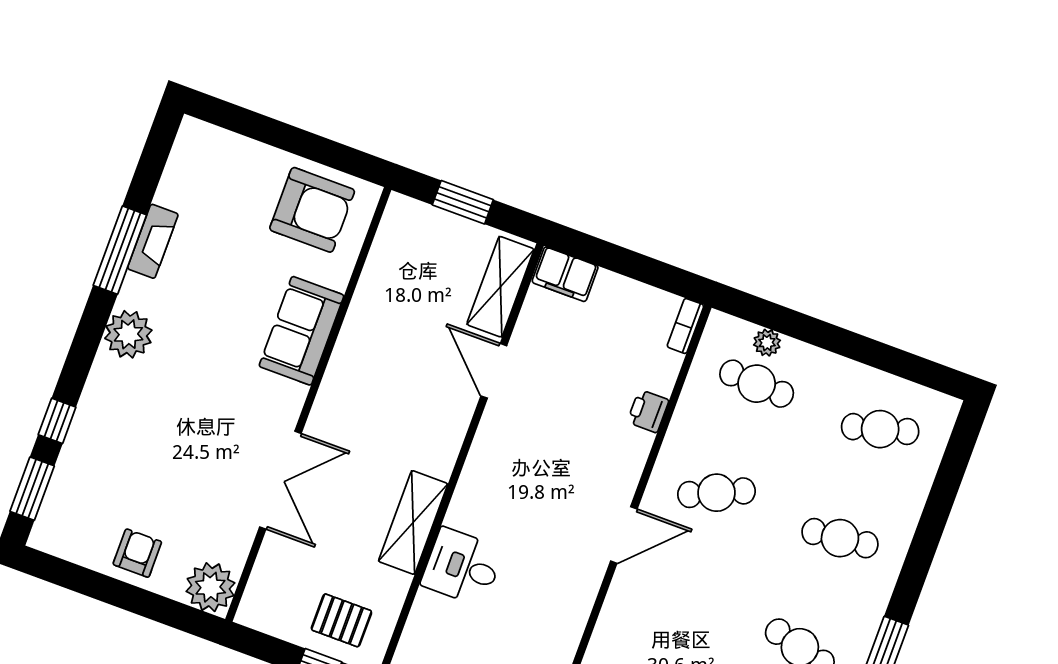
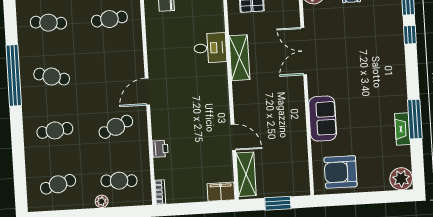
plant: (128, 334) -> (401, 179), moved
plant: (767, 343) -> (102, 201), moved

